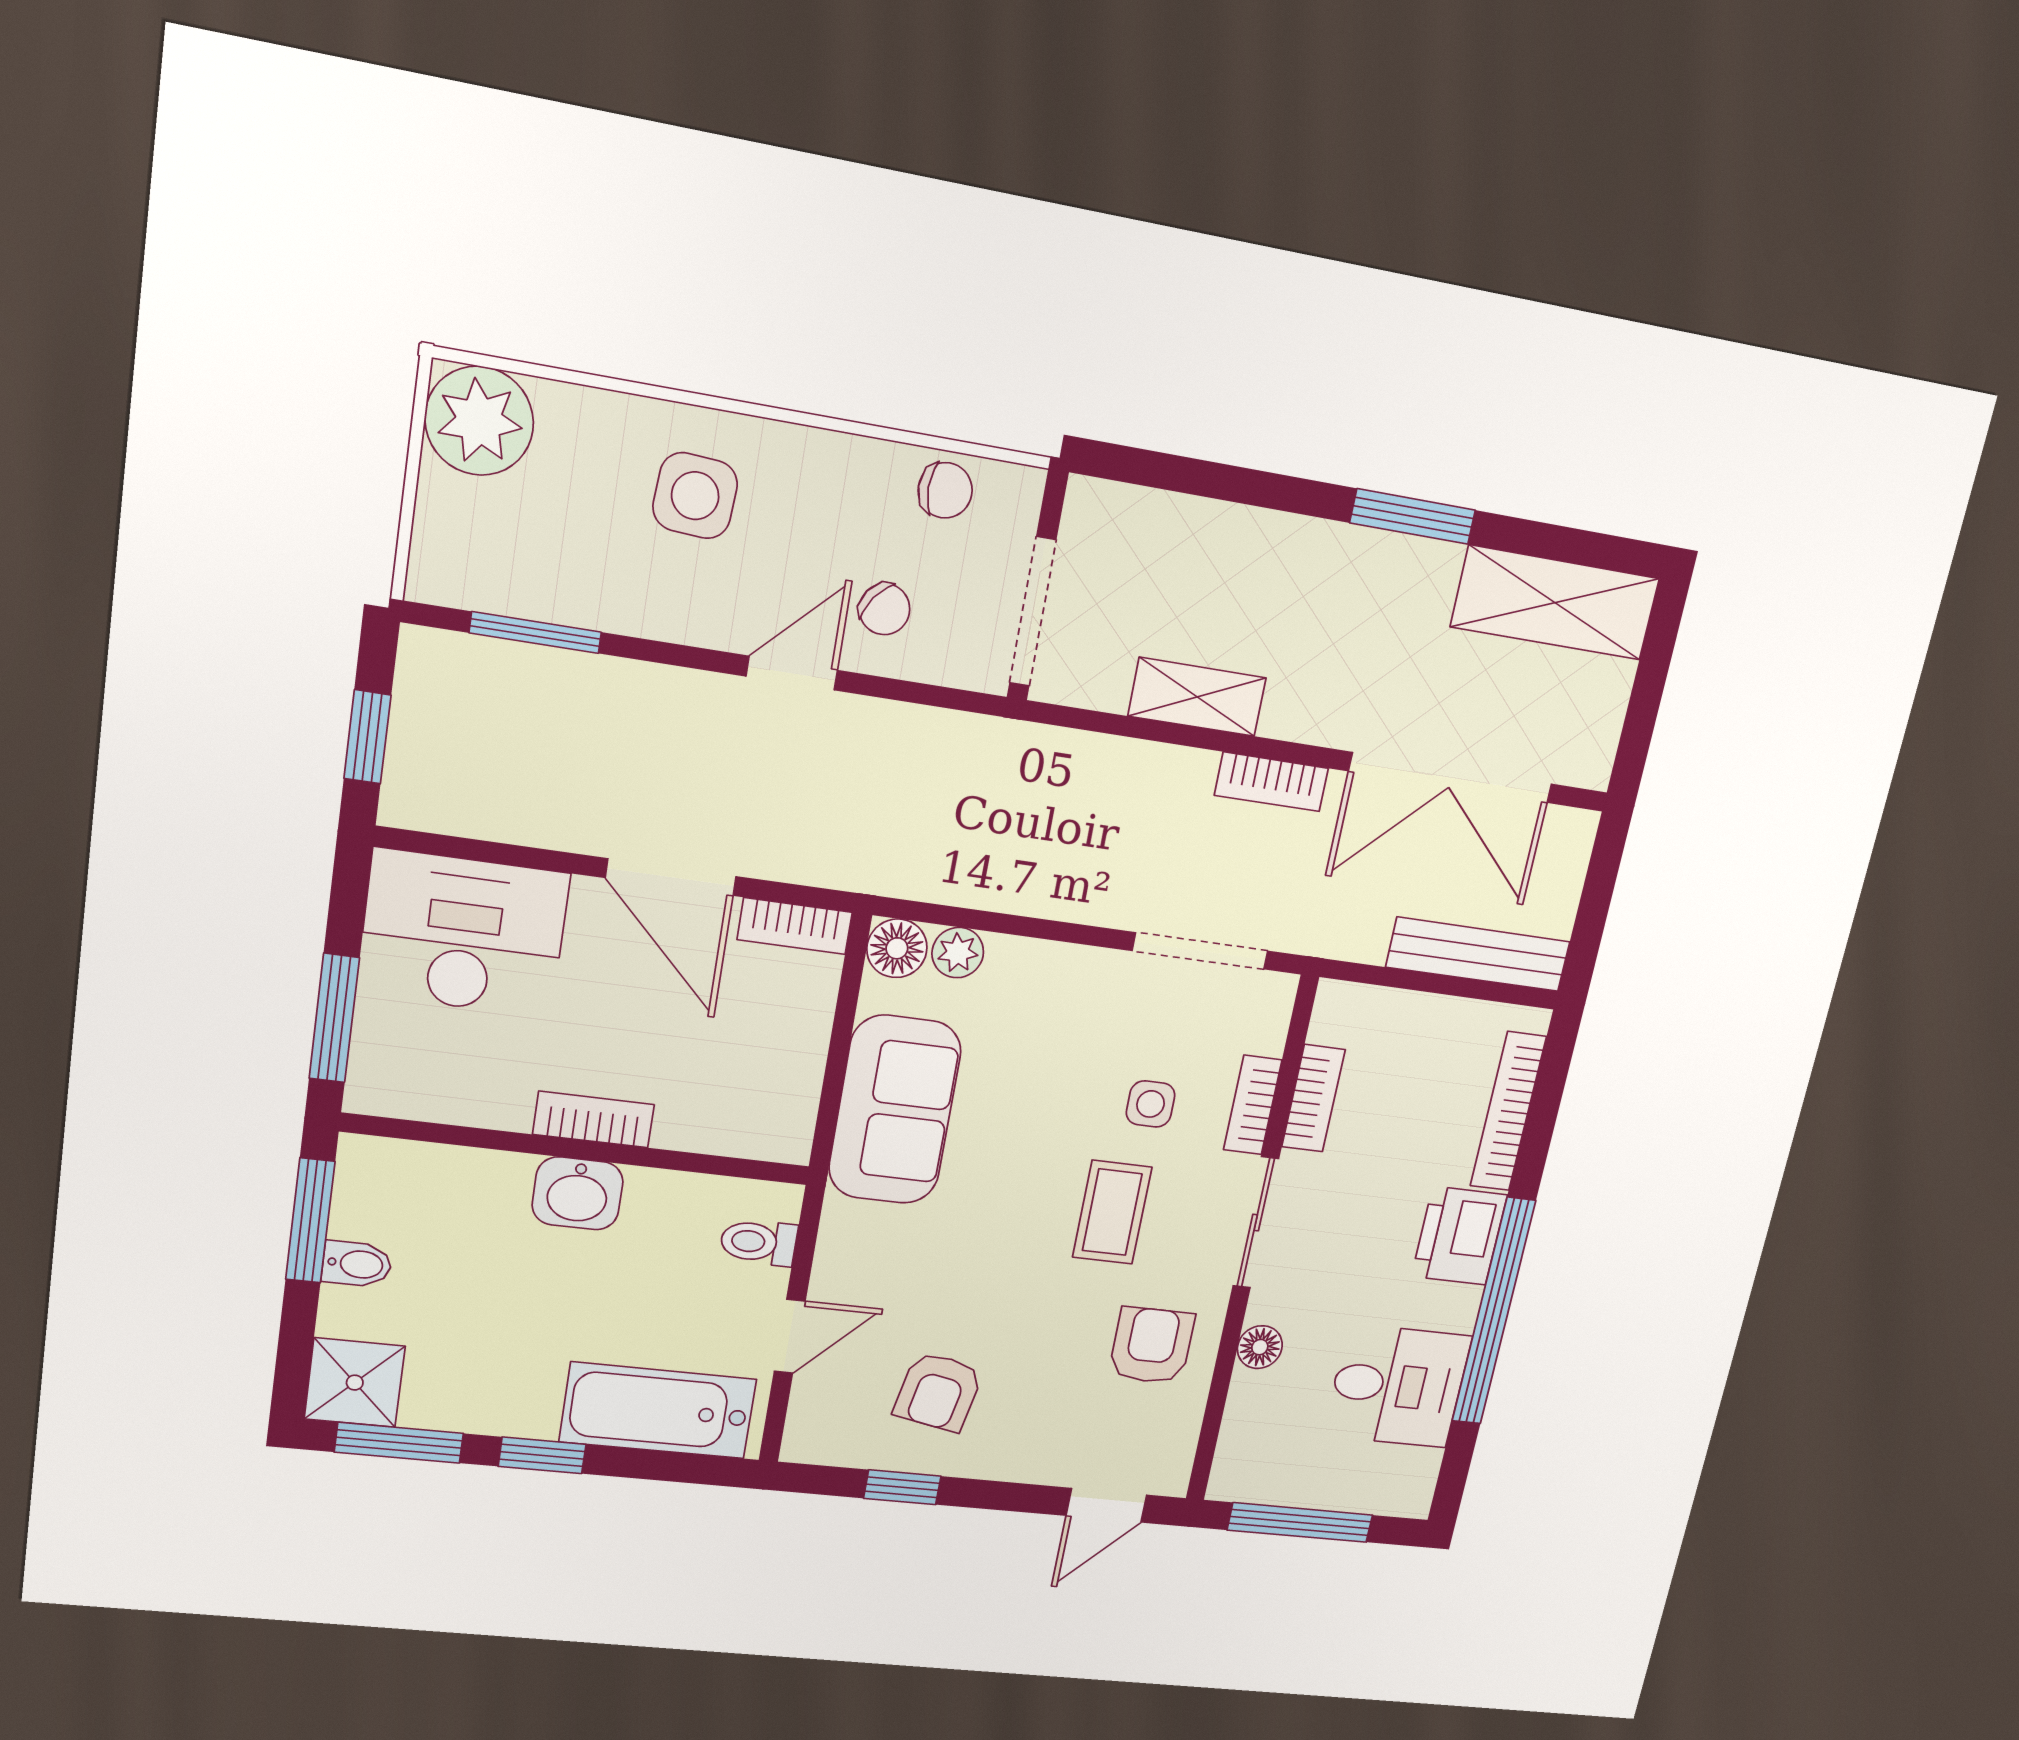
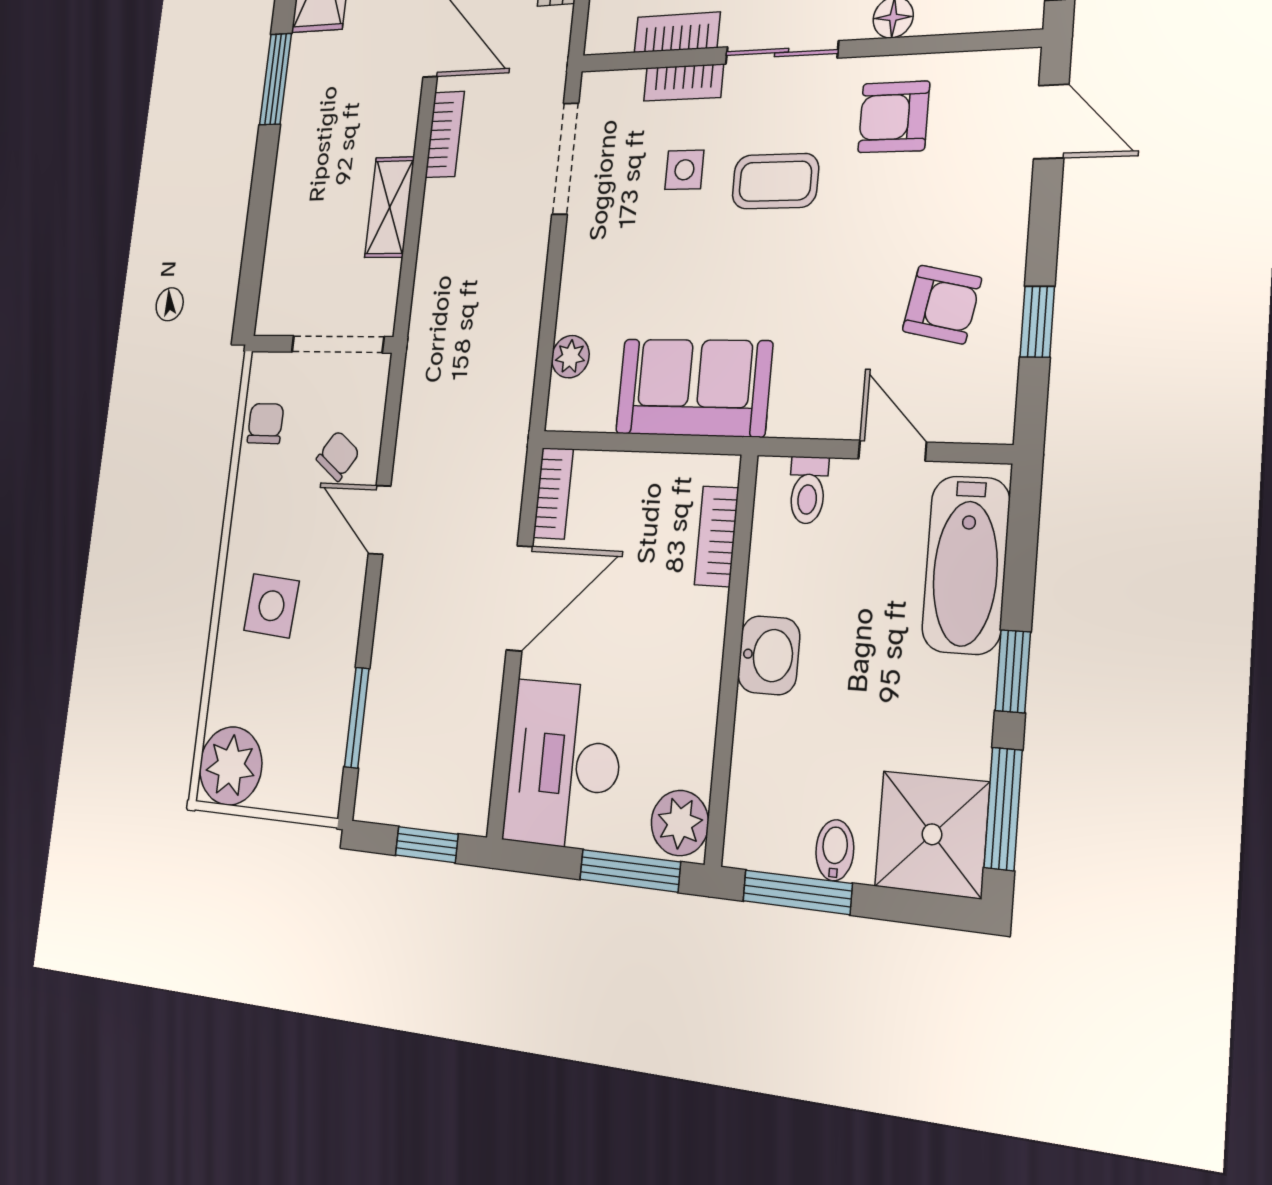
floor lamp: (897, 948) -> (568, 407), removed
plant: (390, 1082) -> (680, 823), added
bookcase: (594, 1120) -> (717, 536), moved
shower: (355, 1383) -> (932, 834), width x1.36, depth x1.36

